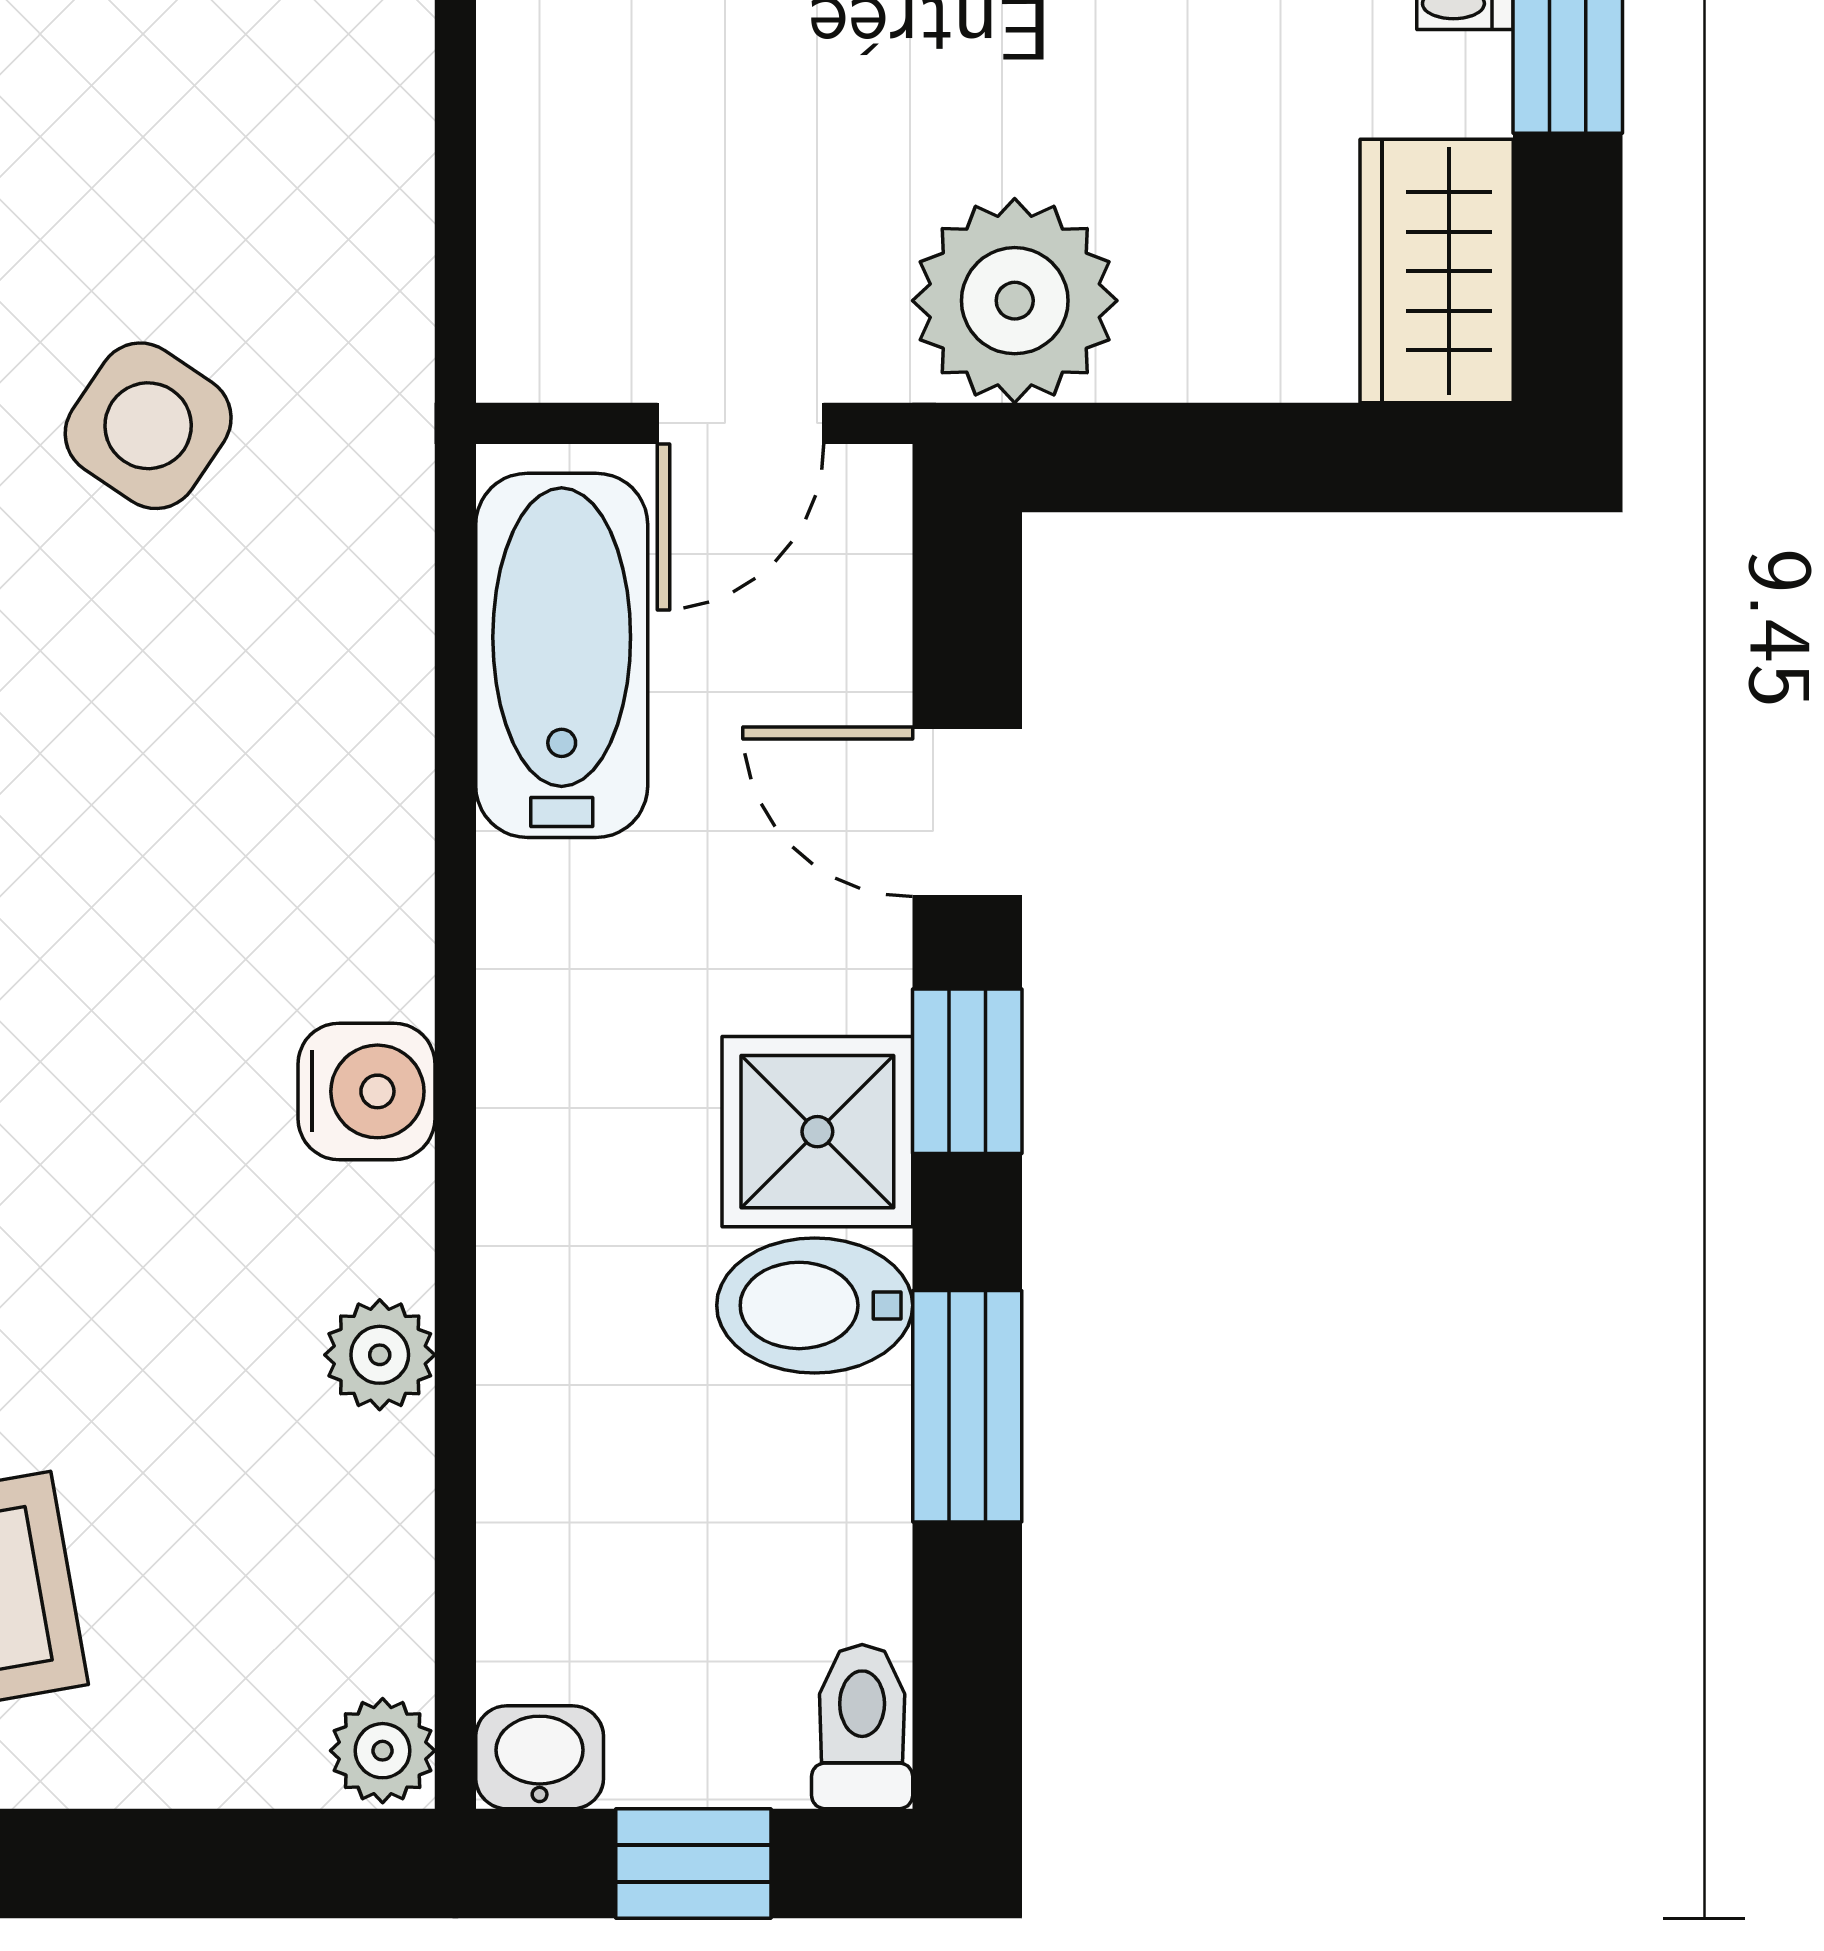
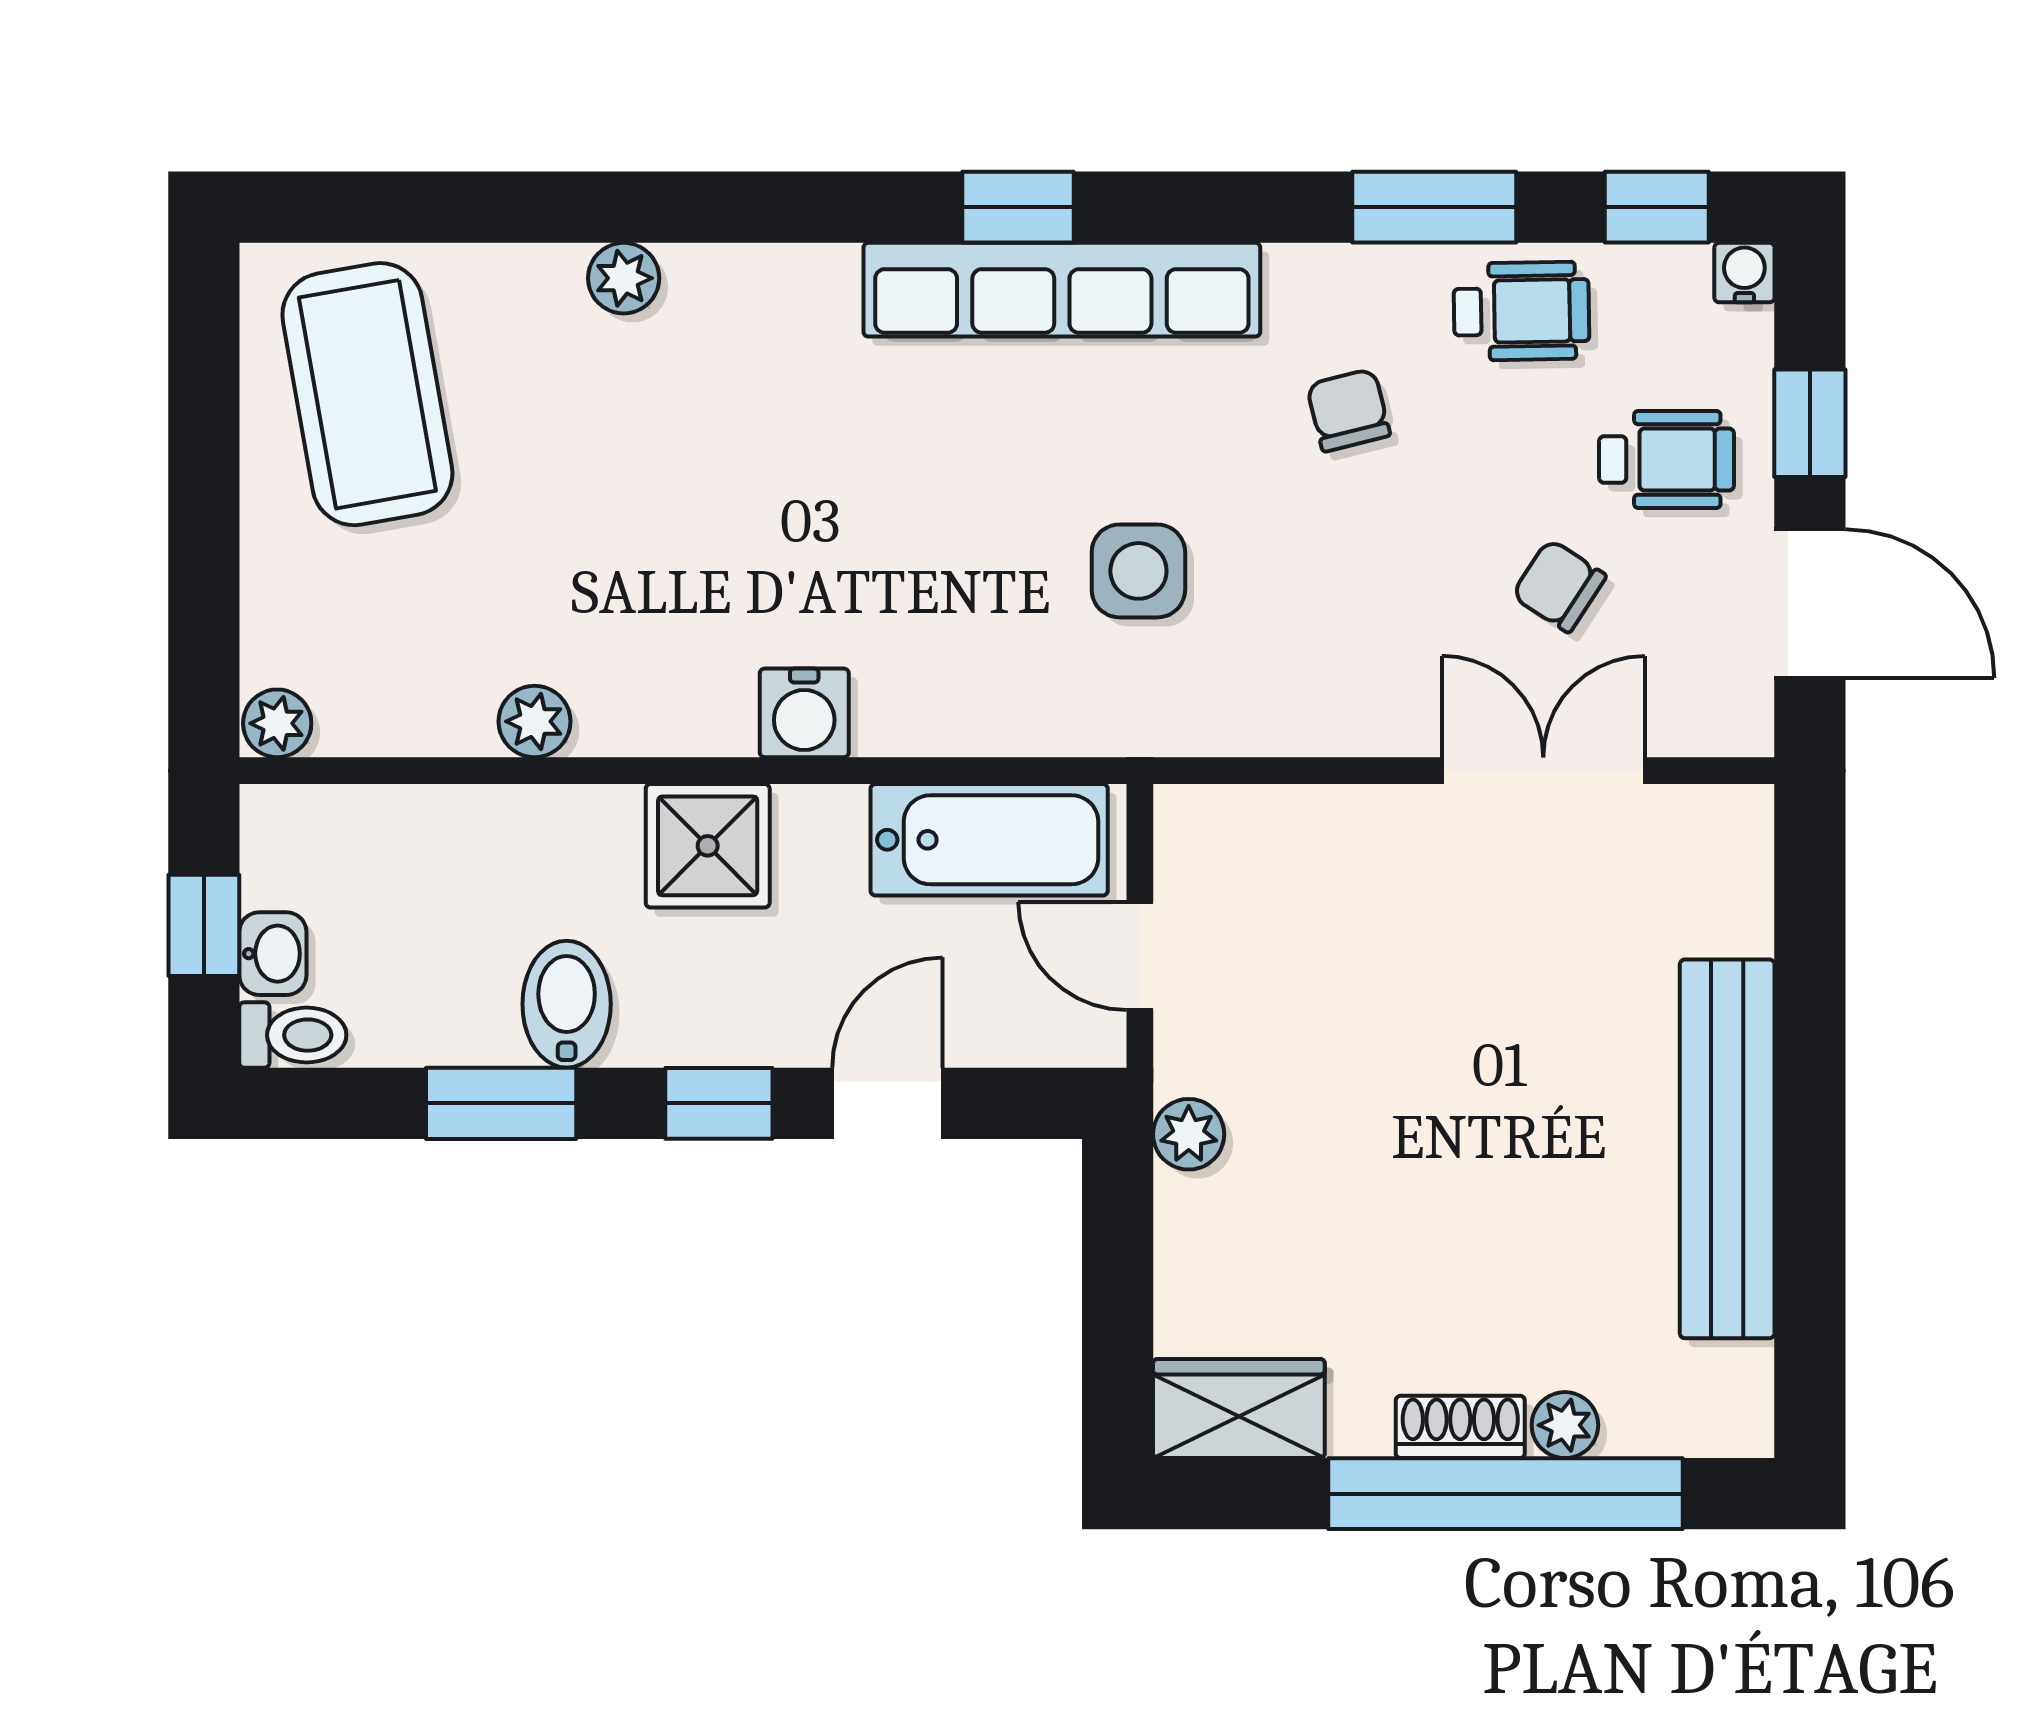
plant: (1015, 301) -> (1189, 1134), width x0.53, depth x0.53
side table: (148, 426) -> (1138, 571), turned -34
water cooler: (367, 1091) -> (804, 713), moved
shower: (817, 1132) -> (708, 846), moved
washbasin: (540, 1757) -> (273, 954), moved

